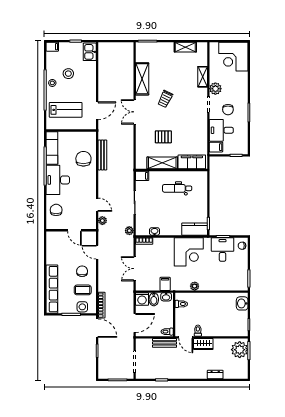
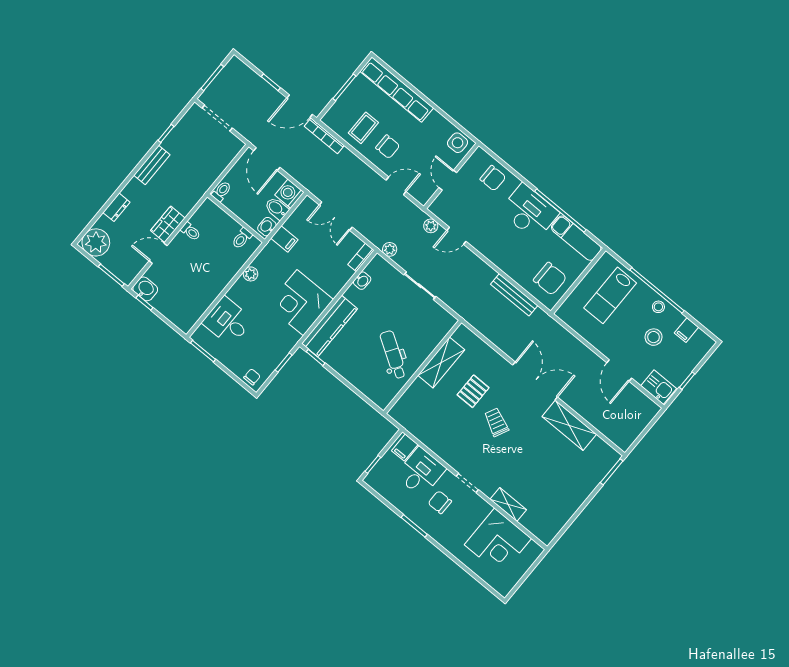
filing cabinet: (52, 47) -> (686, 330), moved
shelving: (185, 47) -> (564, 514), removed
corner desk: (233, 57) -> (498, 542), moved, turned 180
plant: (215, 89) -> (480, 508), removed
trolley: (165, 99) -> (496, 422), moved
door: (97, 111) -> (619, 370), moved
double door: (135, 112) -> (535, 381), width x1.37
chair: (83, 159) -> (550, 279), moved
filing cabinet: (192, 162) -> (411, 401), removed
filing cabinet: (142, 176) -> (446, 323), removed
dental chair: (177, 188) -> (393, 355), turned -58
kitchen counter: (195, 229) -> (330, 326), width x1.50
door: (74, 230) -> (448, 180), hinge flipped
desk: (223, 249) -> (228, 321), moved, turned 180
double door: (135, 269) -> (336, 216), swing flipped
washbasin: (242, 303) -> (145, 289), moved
side table: (82, 307) -> (458, 143), moved
door: (186, 337) -> (158, 253), moved
bench: (165, 343) -> (152, 165), moved
plant: (240, 350) -> (96, 242), moved

